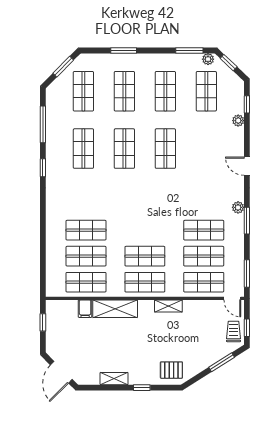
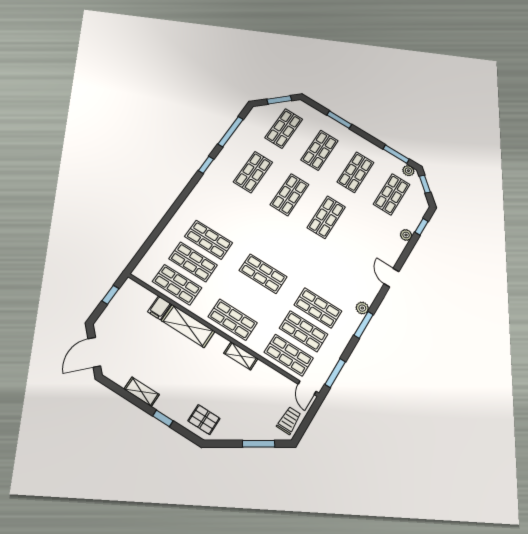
shop shelf: (145, 256) -> (263, 274), moved
window: (247, 328) -> (304, 425), removed

